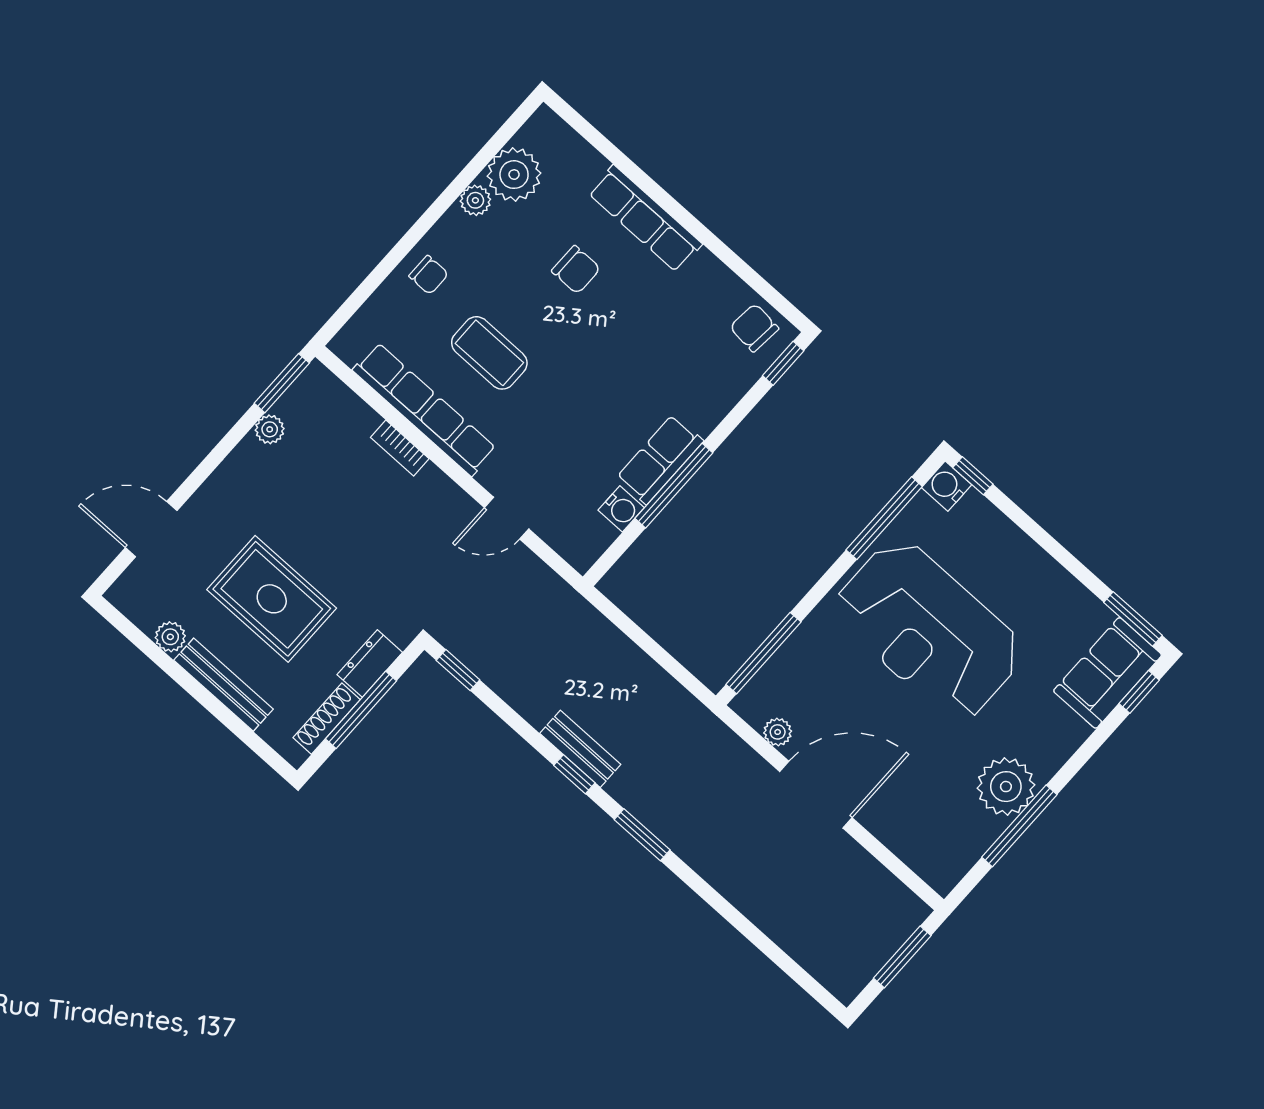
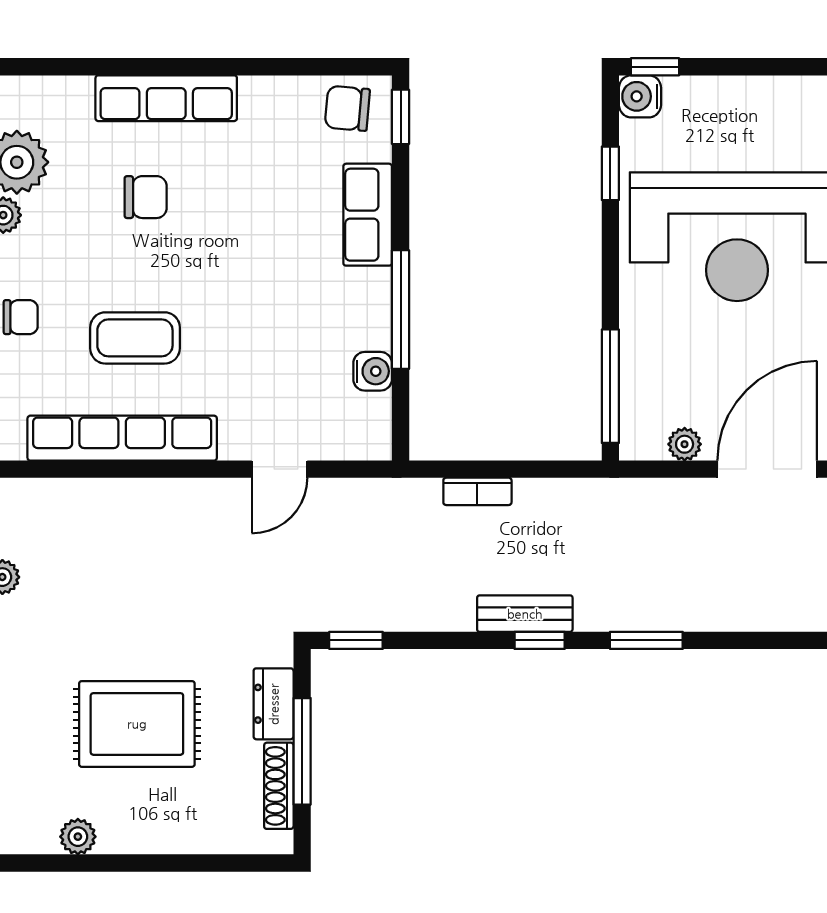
bookcase: (400, 448) -> (477, 491), moved
row of seats: (660, 459) -> (368, 215), moved
window: (884, 518) -> (610, 173), width x0.46
bench: (223, 685) -> (162, 837), removed

